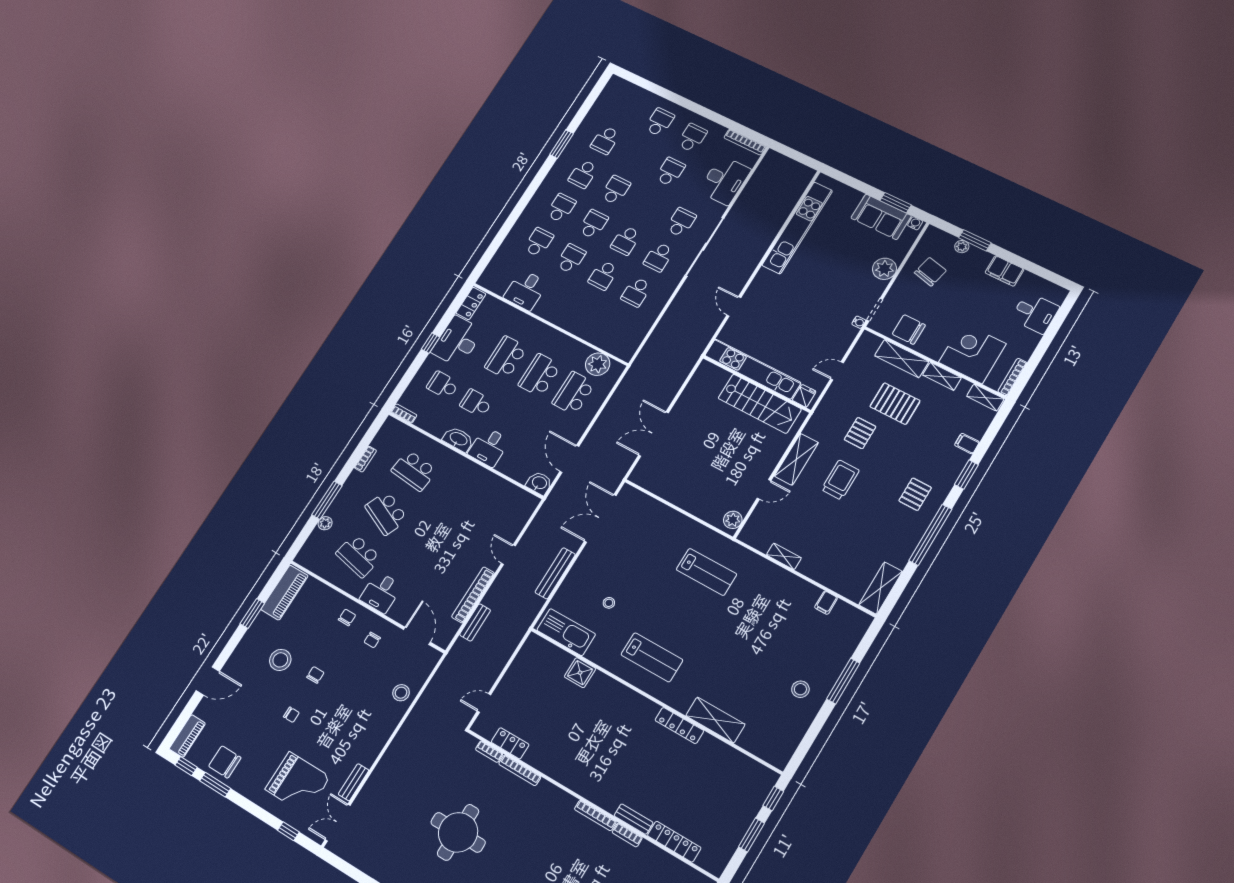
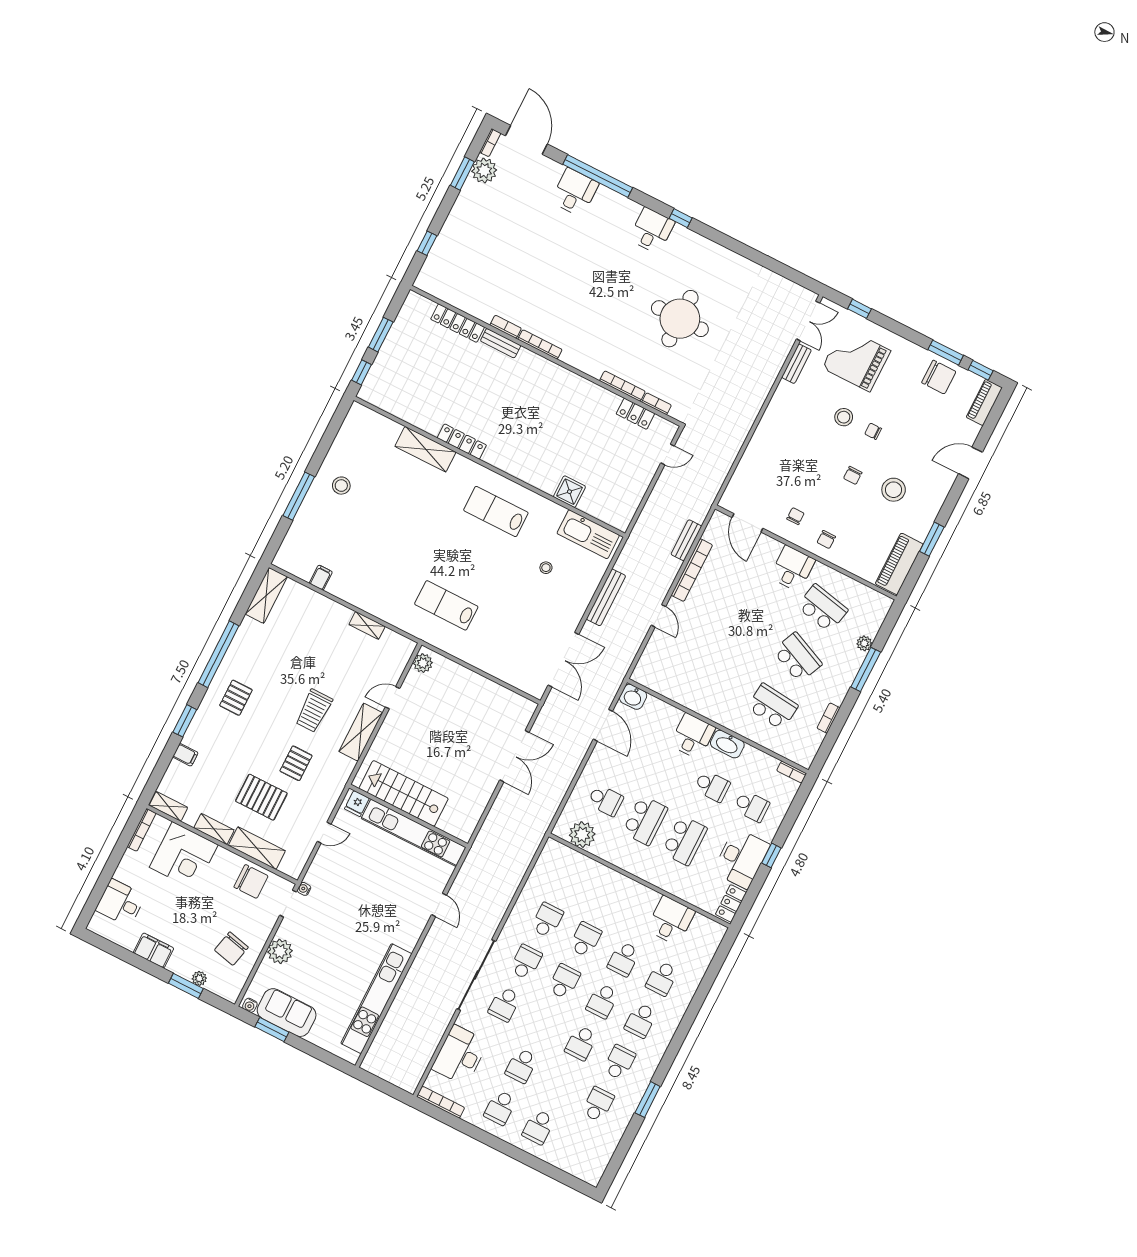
school desk: (574, 393) -> (605, 800), width x0.54
stool: (401, 693) -> (844, 417), moved

